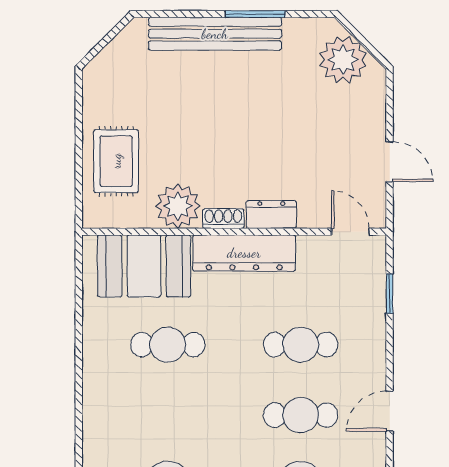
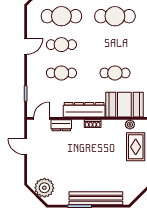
plant: (178, 206) -> (130, 125), moved, width x0.53, depth x0.53
dresser: (271, 215) -> (61, 125), moved
door: (350, 232) -> (41, 118), swing flipped

